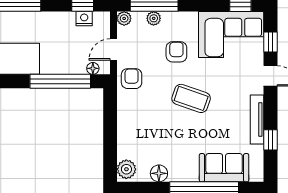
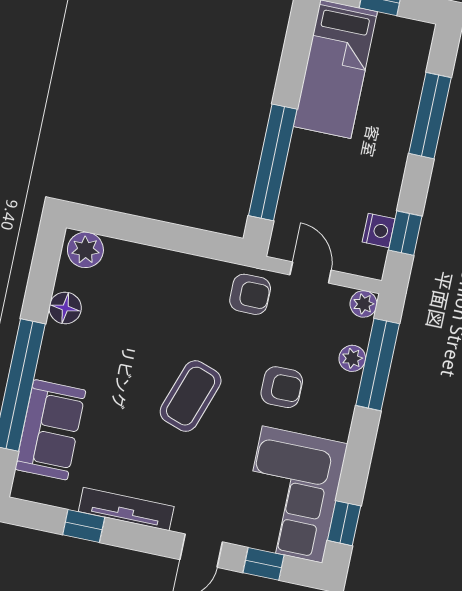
floor lamp: (93, 68) -> (284, 227), removed

